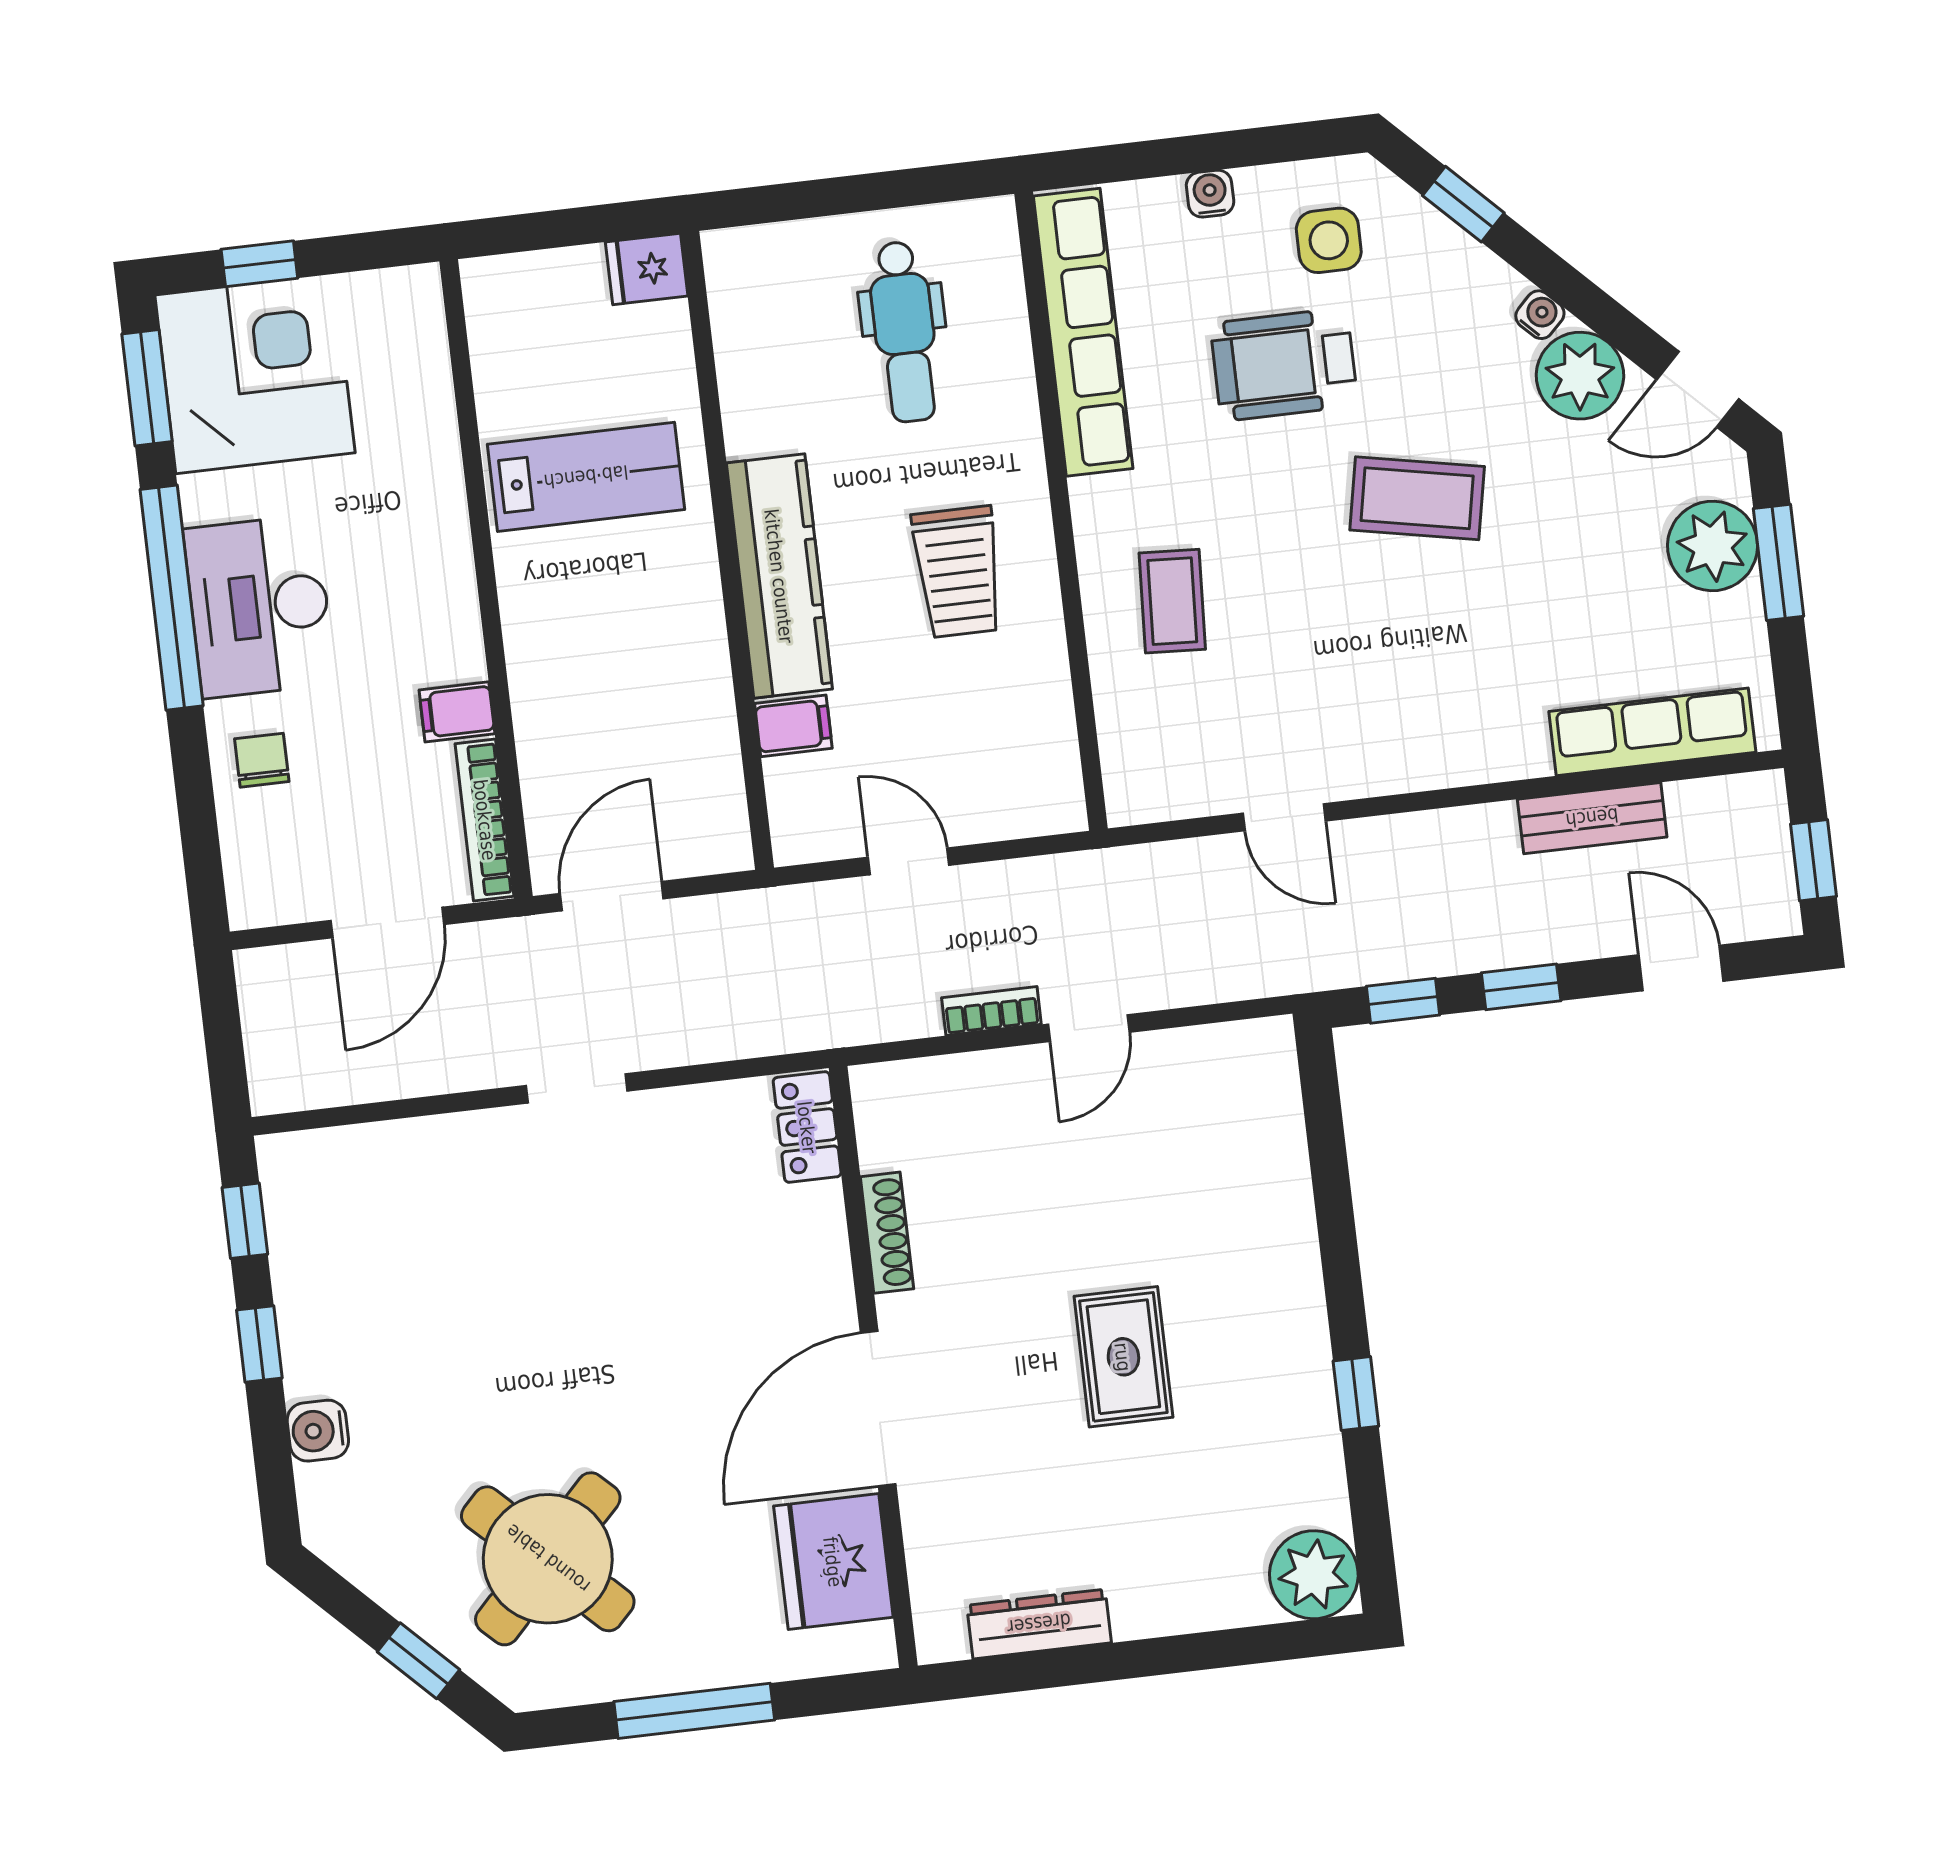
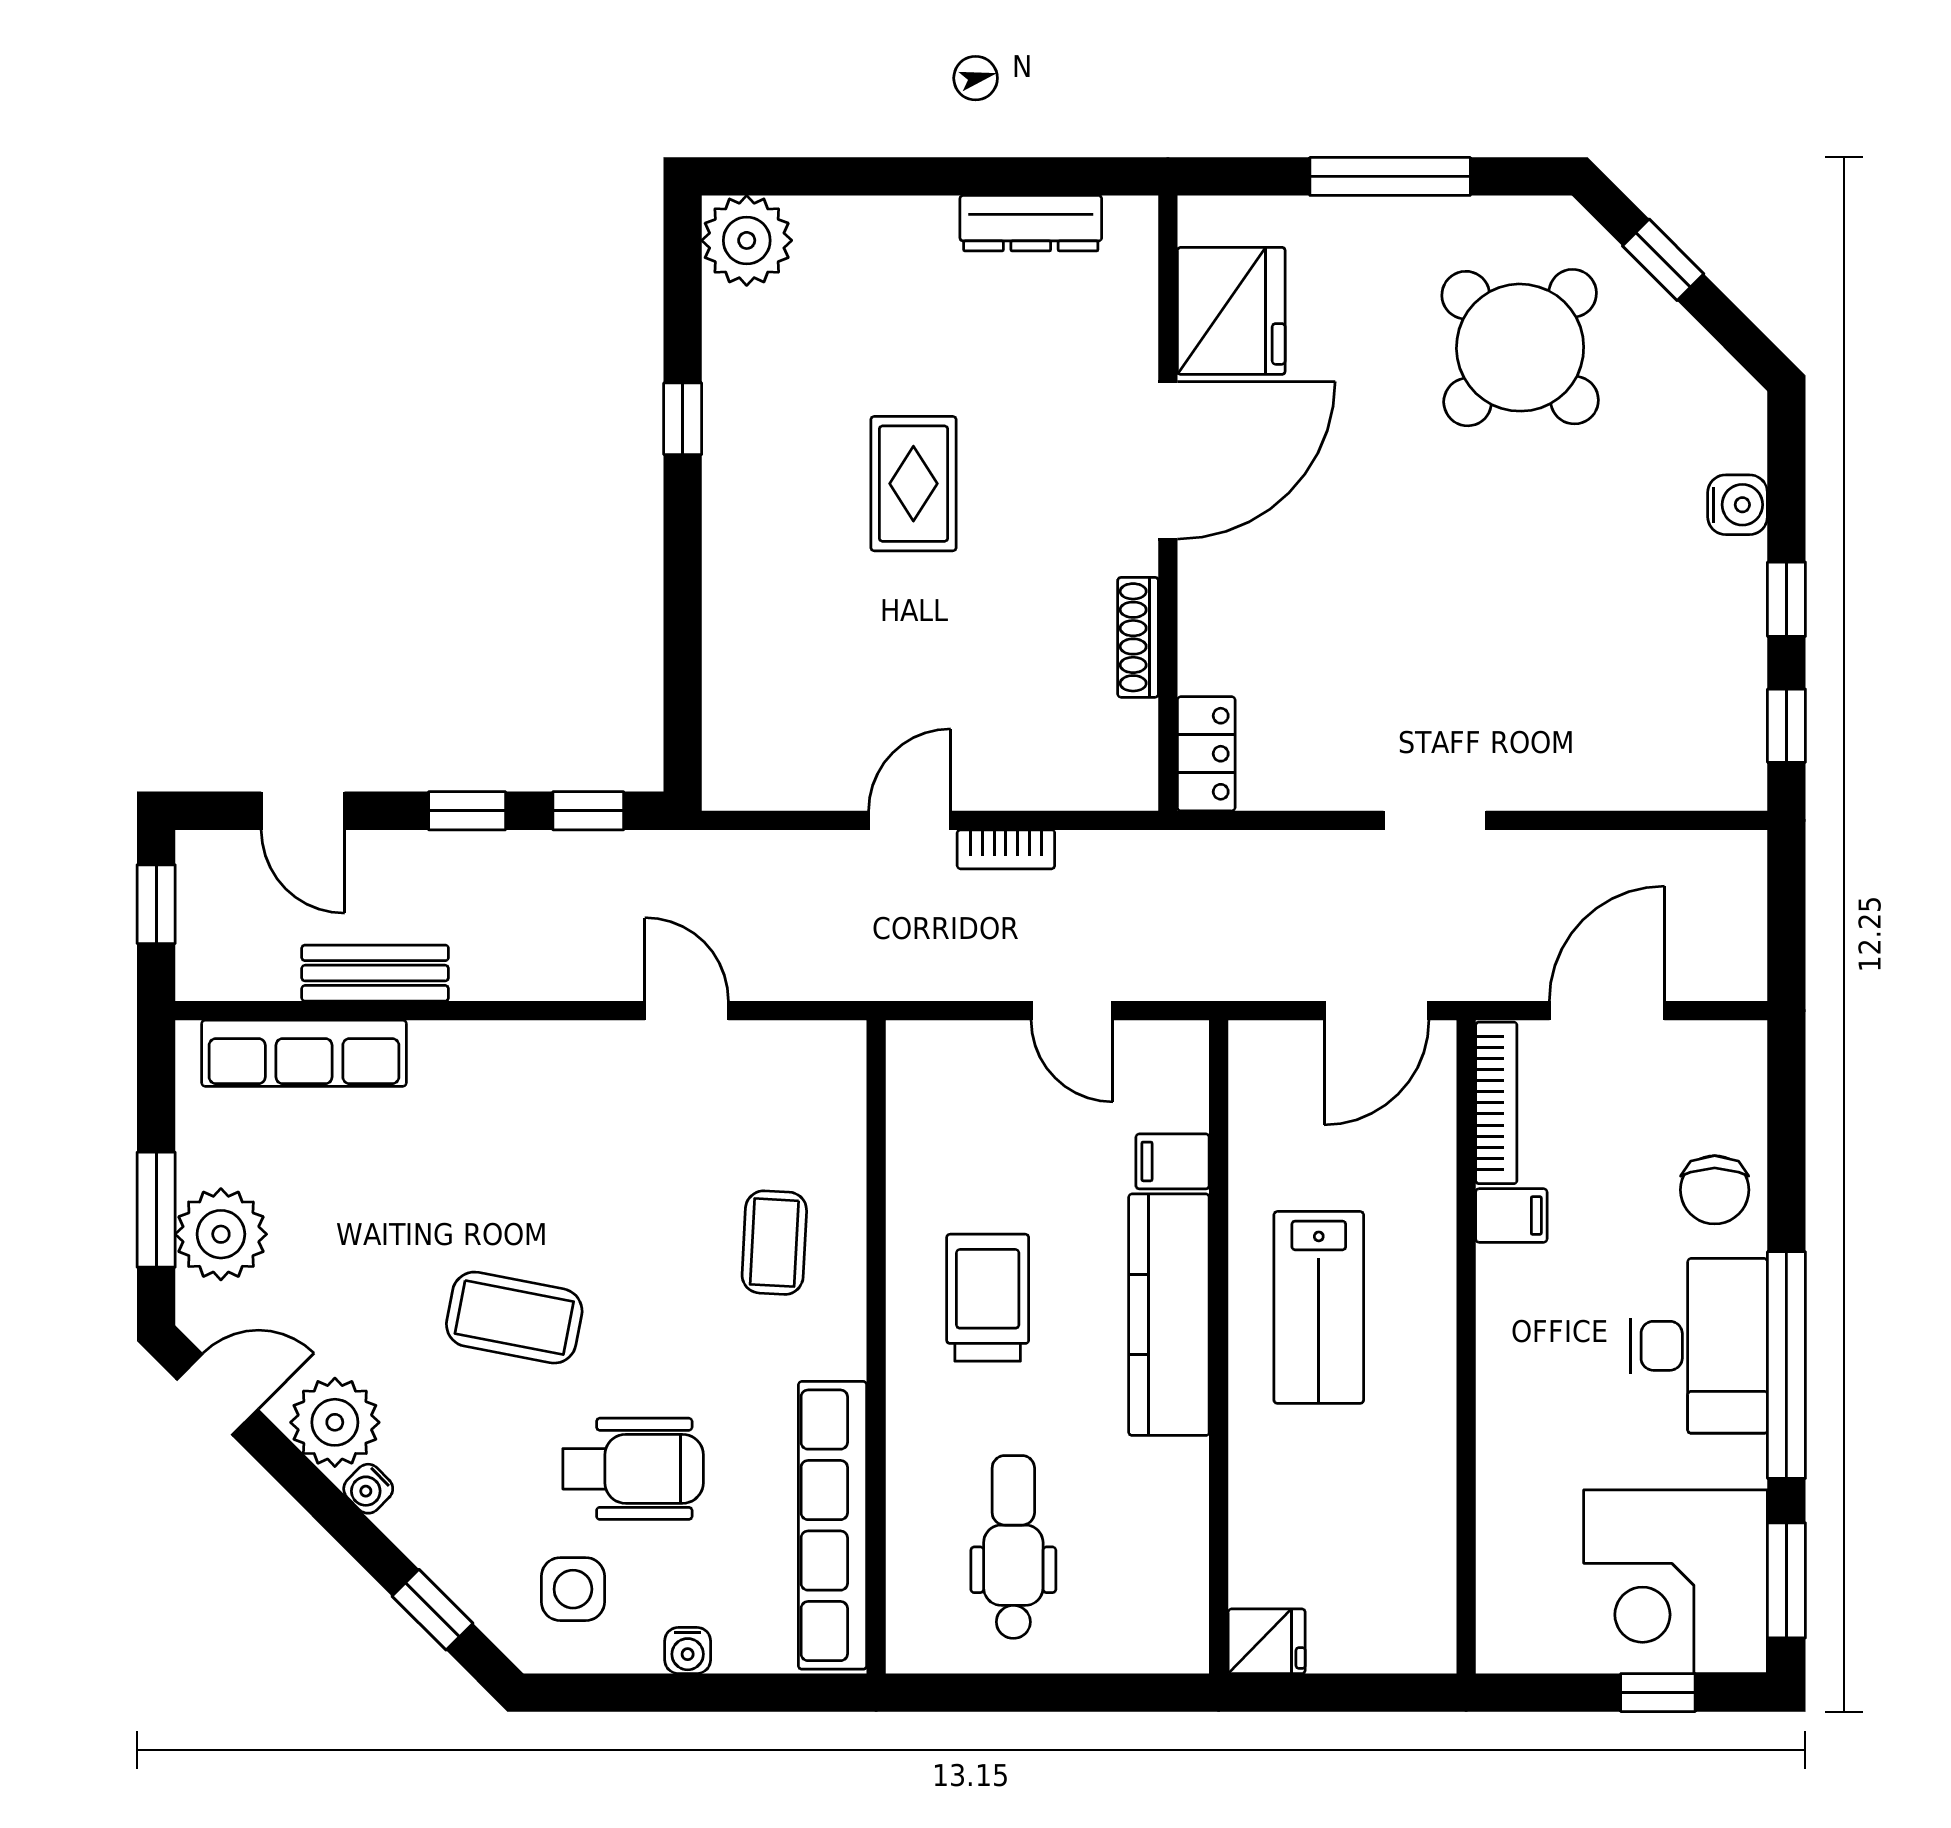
lab bench: (586, 477) -> (1319, 1307), moved, turned -90
chair: (262, 760) -> (1715, 1190), width x1.37, depth x1.37

